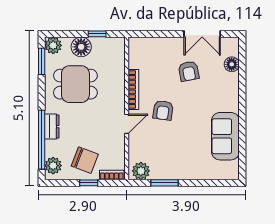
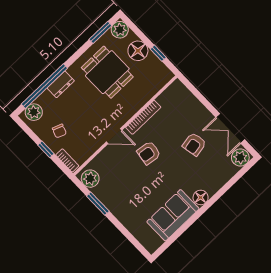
plant: (230, 47) -> (240, 157), added
floor lamp: (232, 64) -> (201, 197), moved
chair: (85, 160) -> (59, 131), width x0.54, depth x0.54

